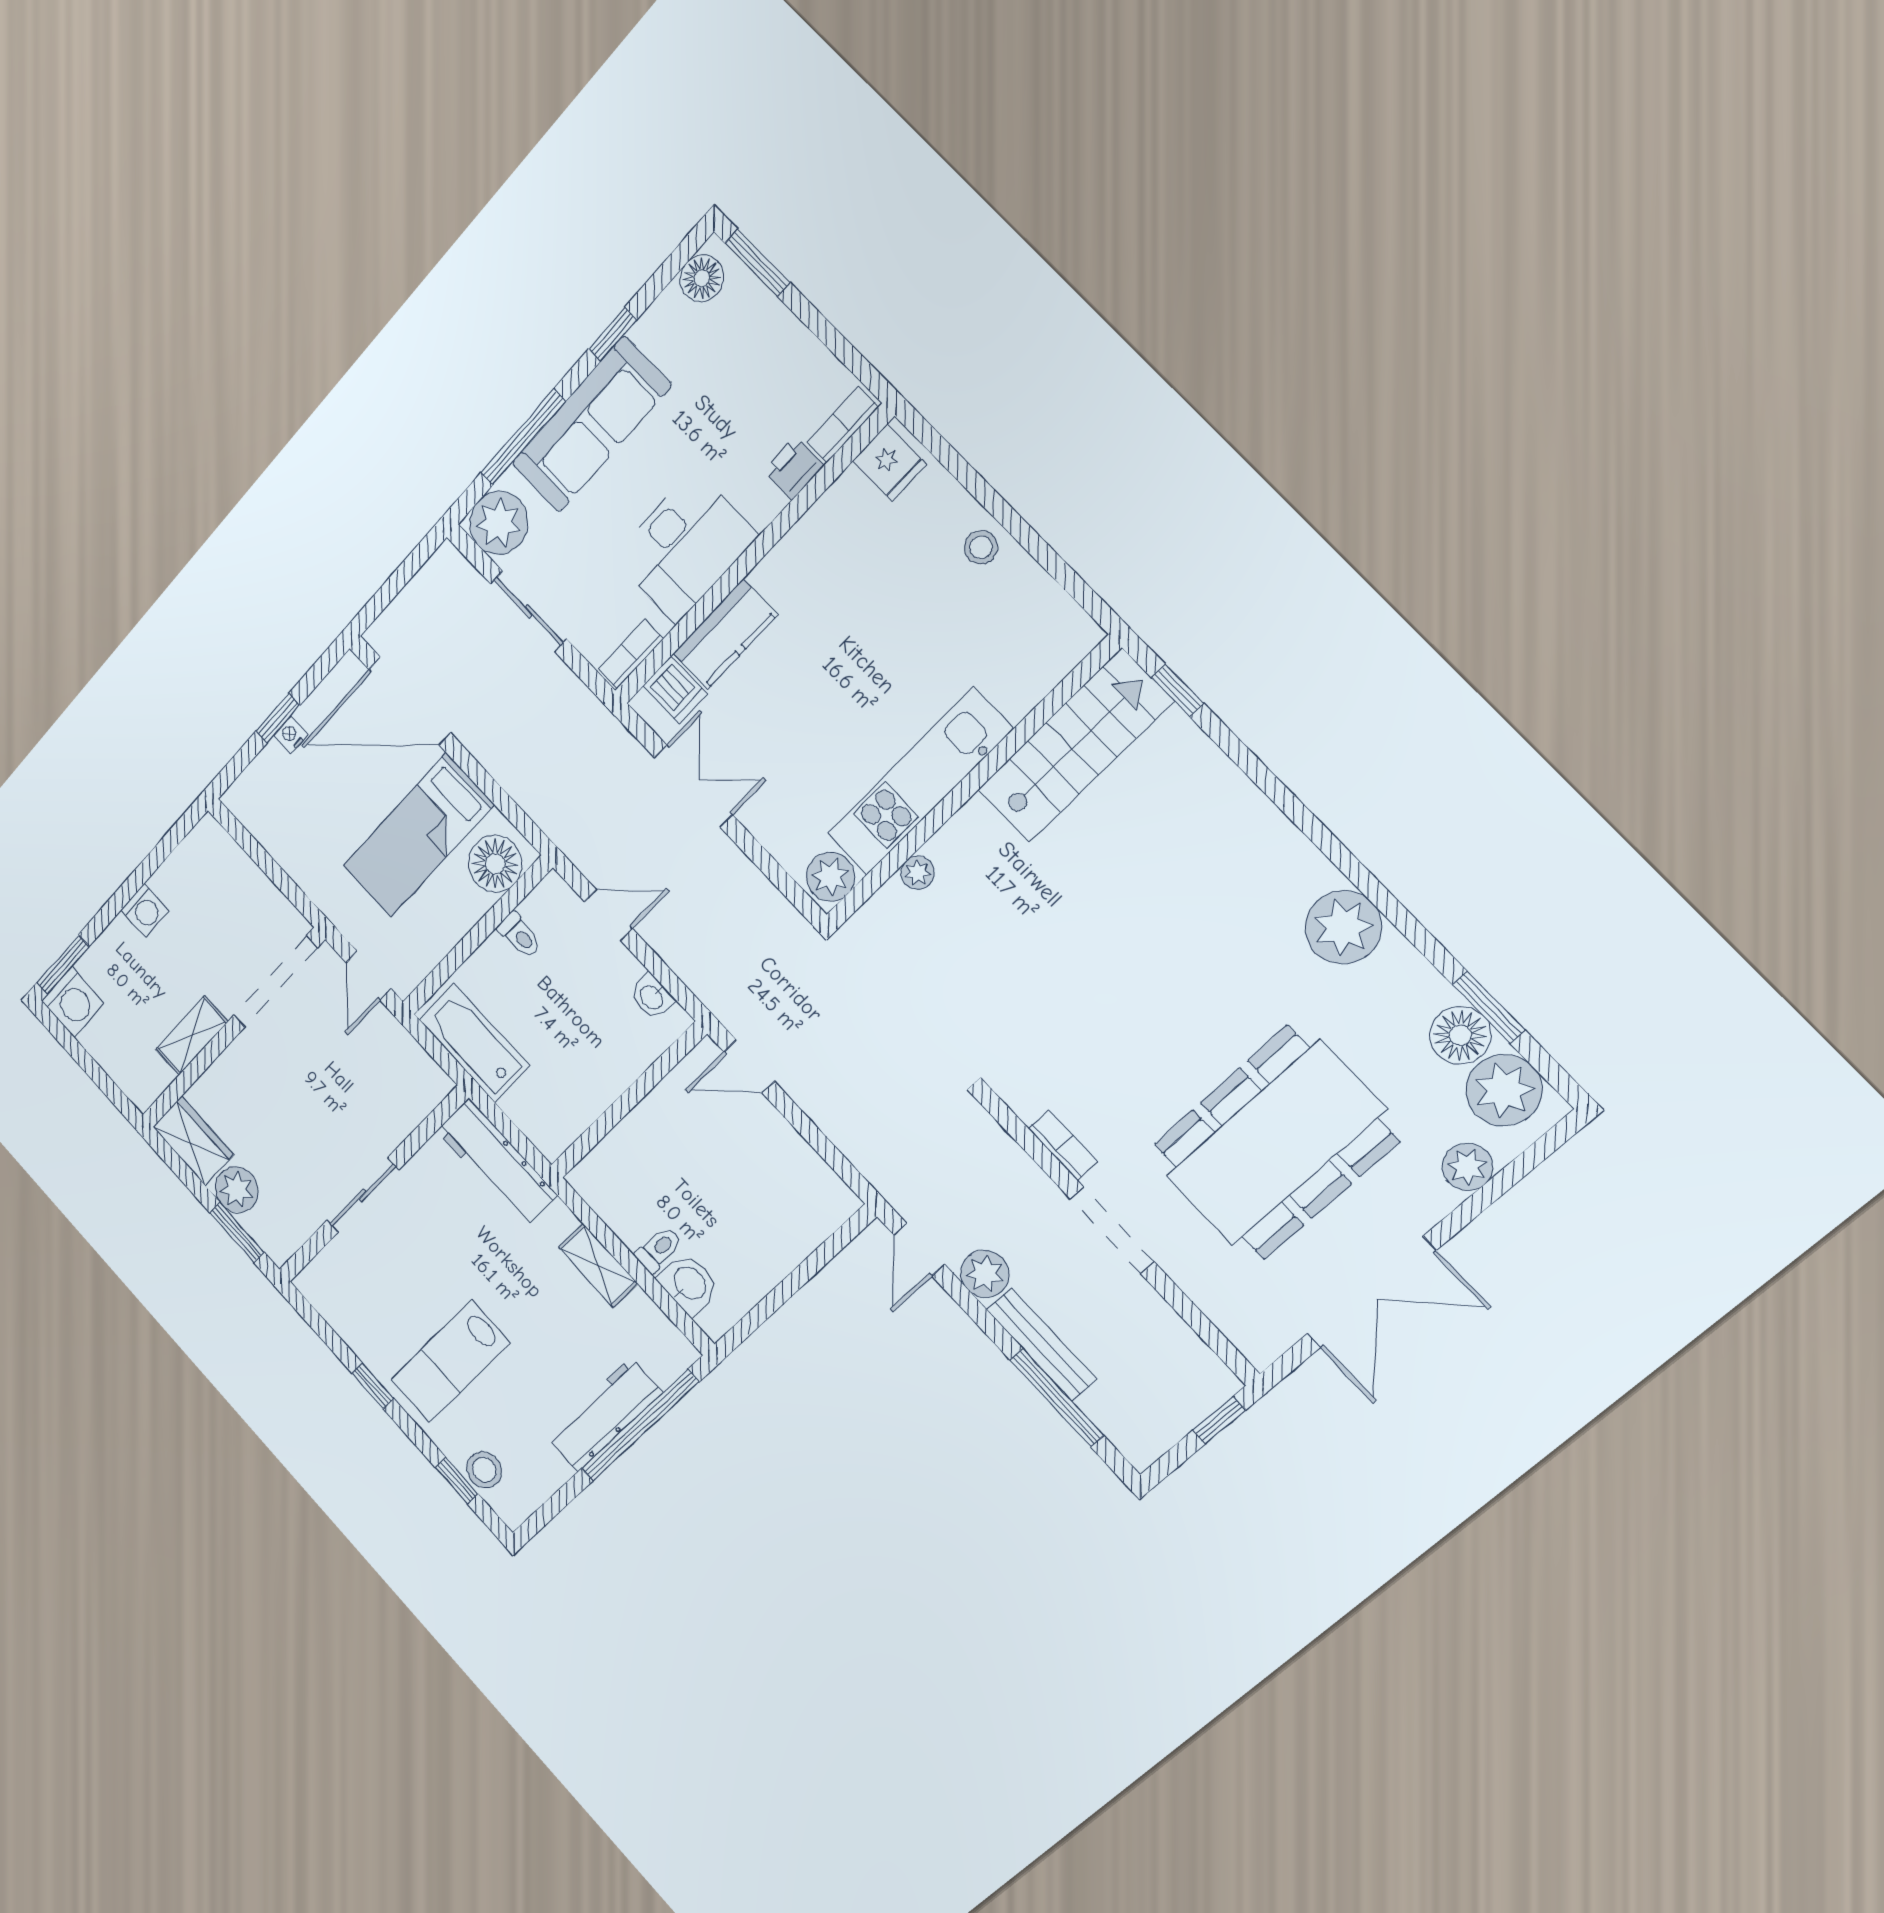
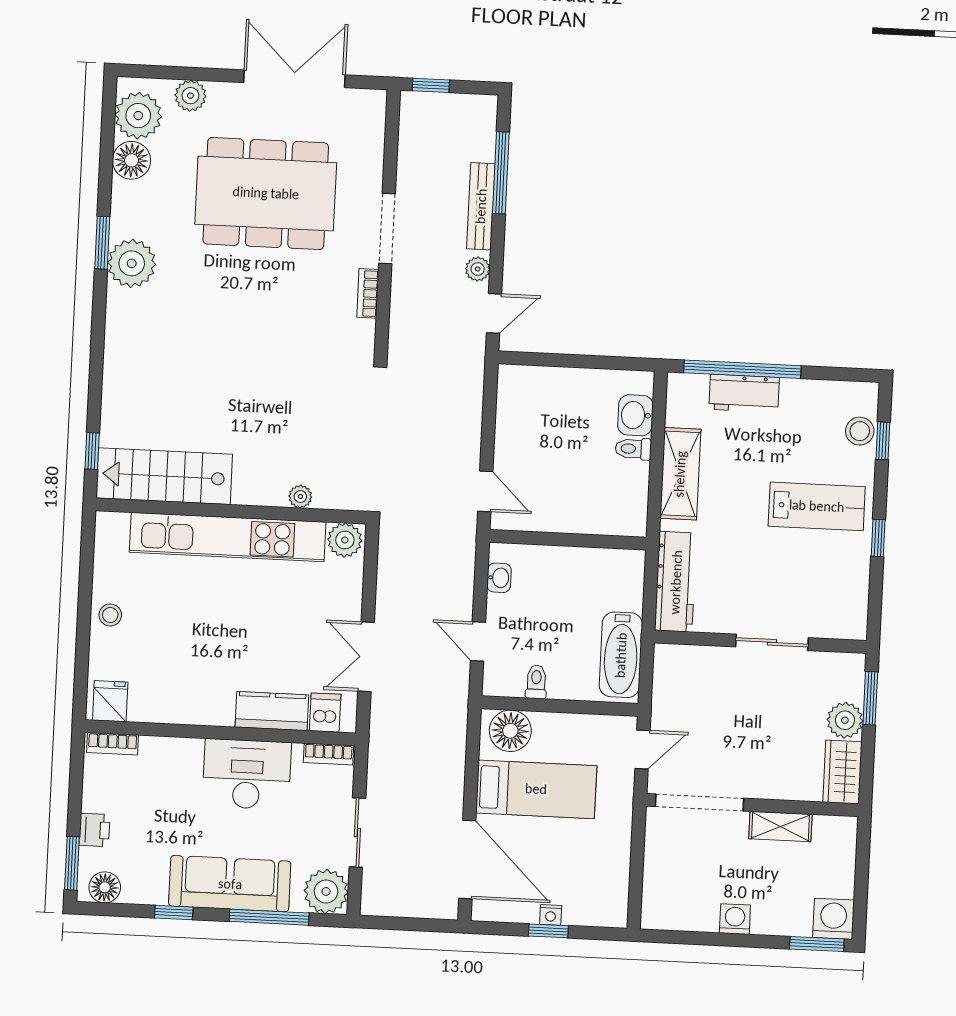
printer: (794, 468) -> (94, 830), moved, turned -90
kitchen unit: (920, 782) -> (228, 537), width x1.36
window: (1488, 1007) -> (102, 243), moved
shelving: (598, 1265) -> (680, 474), width x1.50, depth x1.33
plant: (985, 1274) -> (478, 269), width x0.73, depth x0.73
workbench: (604, 1415) -> (744, 393), width x0.73

